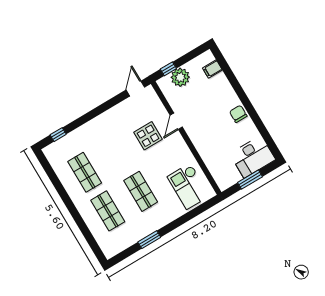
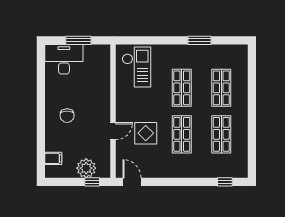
door: (135, 89) -> (132, 182), swing flipped
chair: (238, 114) -> (67, 116), moved
shop shelf: (118, 153) -> (182, 134), added

